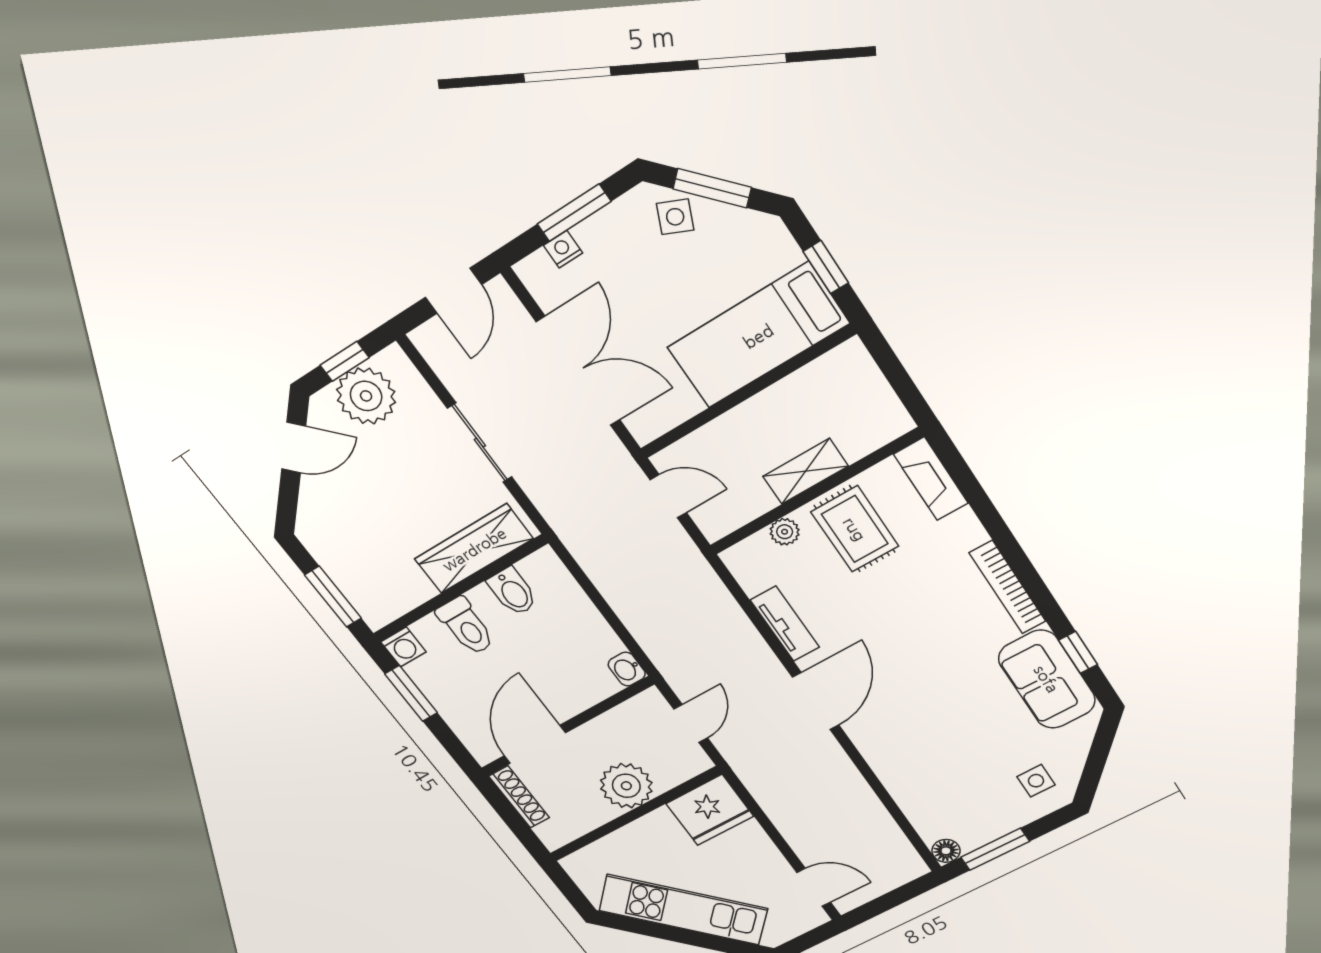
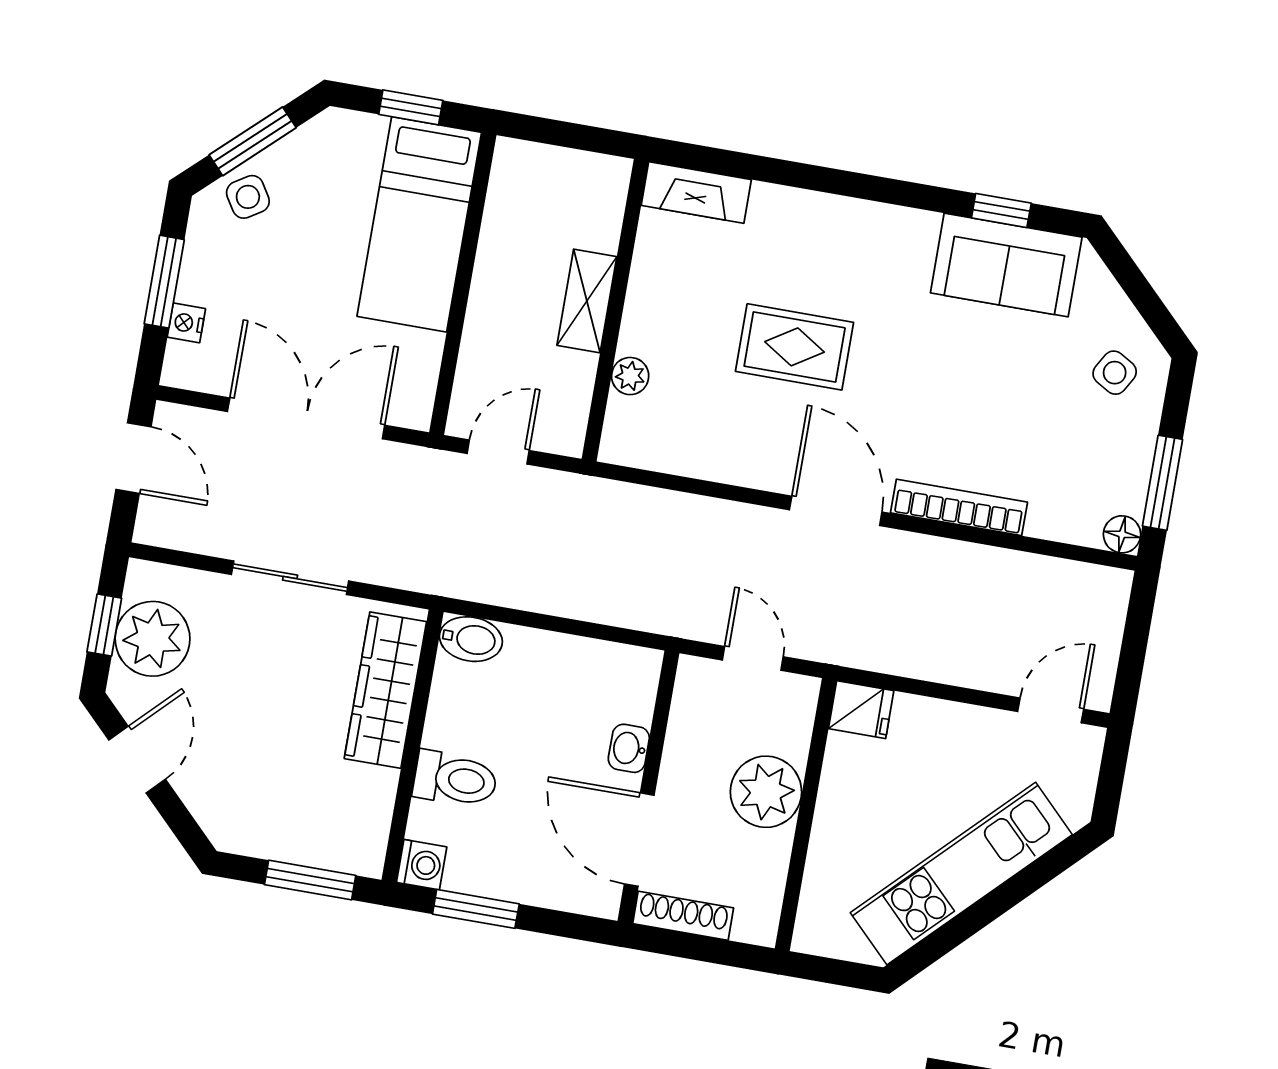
side table: (675, 217) -> (248, 197), turned 34
rug: (855, 529) -> (795, 347), moved
bookcase: (1008, 587) -> (959, 507), moved, turned 180
bidet: (513, 592) -> (471, 639), moved
tv unit: (785, 624) -> (726, 464), removed
washbasin: (627, 669) -> (629, 748), moved, turned 90
side table: (1036, 781) -> (1115, 373), turned 30
fridge: (710, 810) -> (861, 710), width x0.53, depth x0.75

